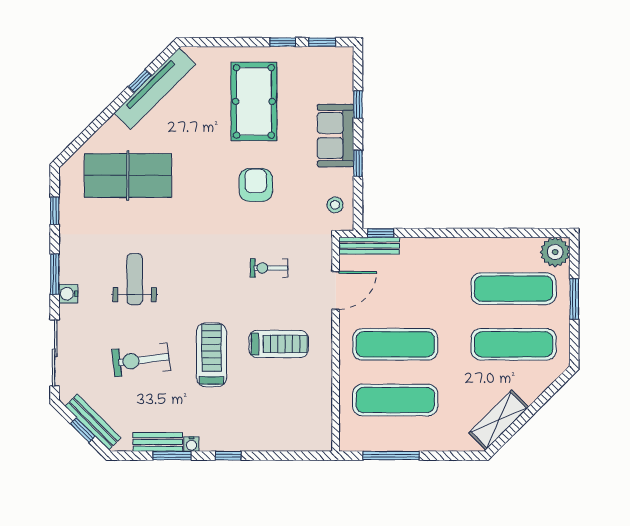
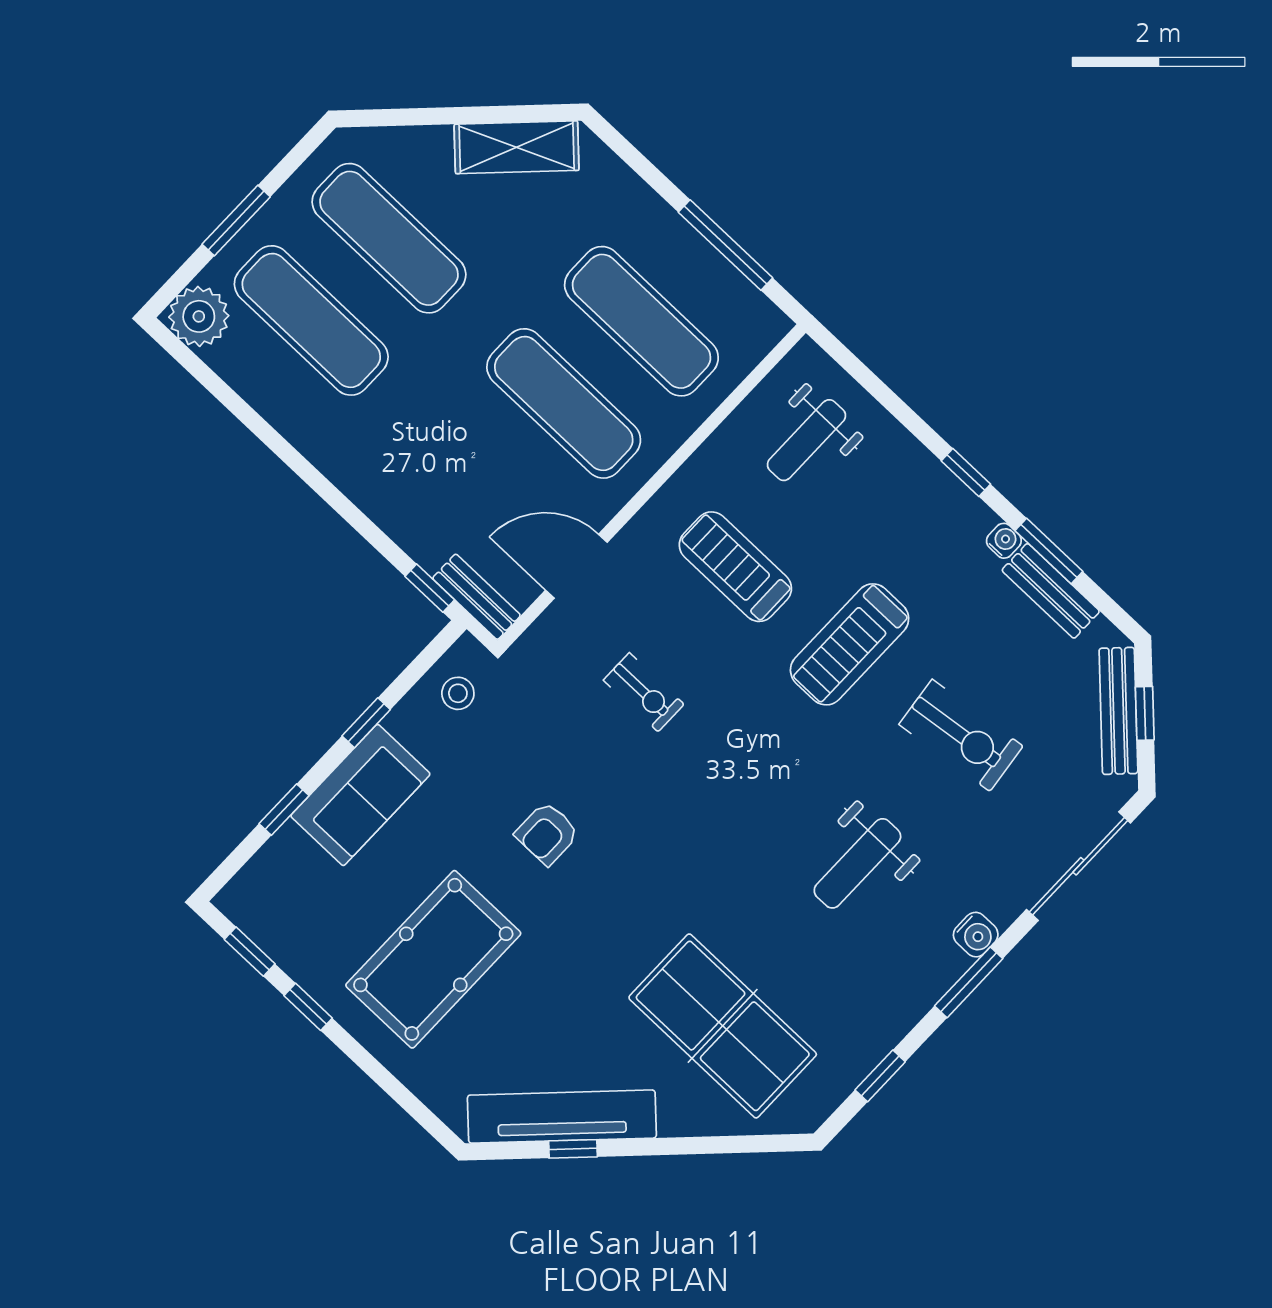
armchair: (256, 185) -> (547, 833), width x0.72, depth x0.72
bench: (369, 246) -> (477, 597), width x0.73
weight bench: (296, 413) -> (806, 440), added

